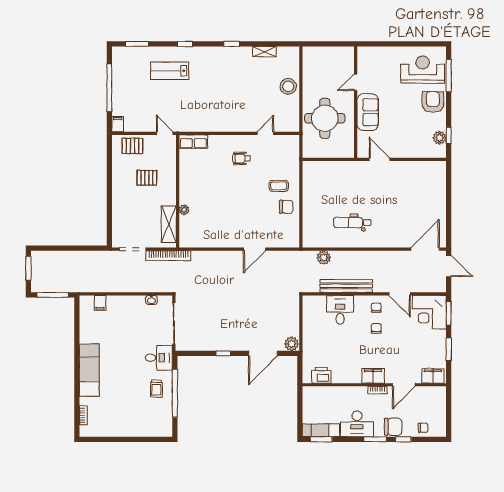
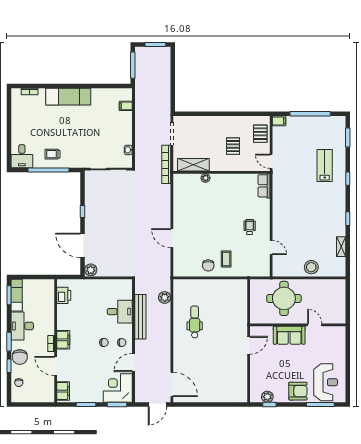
door: (165, 133) -> (271, 161), swing flipped
desk: (159, 358) -> (22, 156), moved

